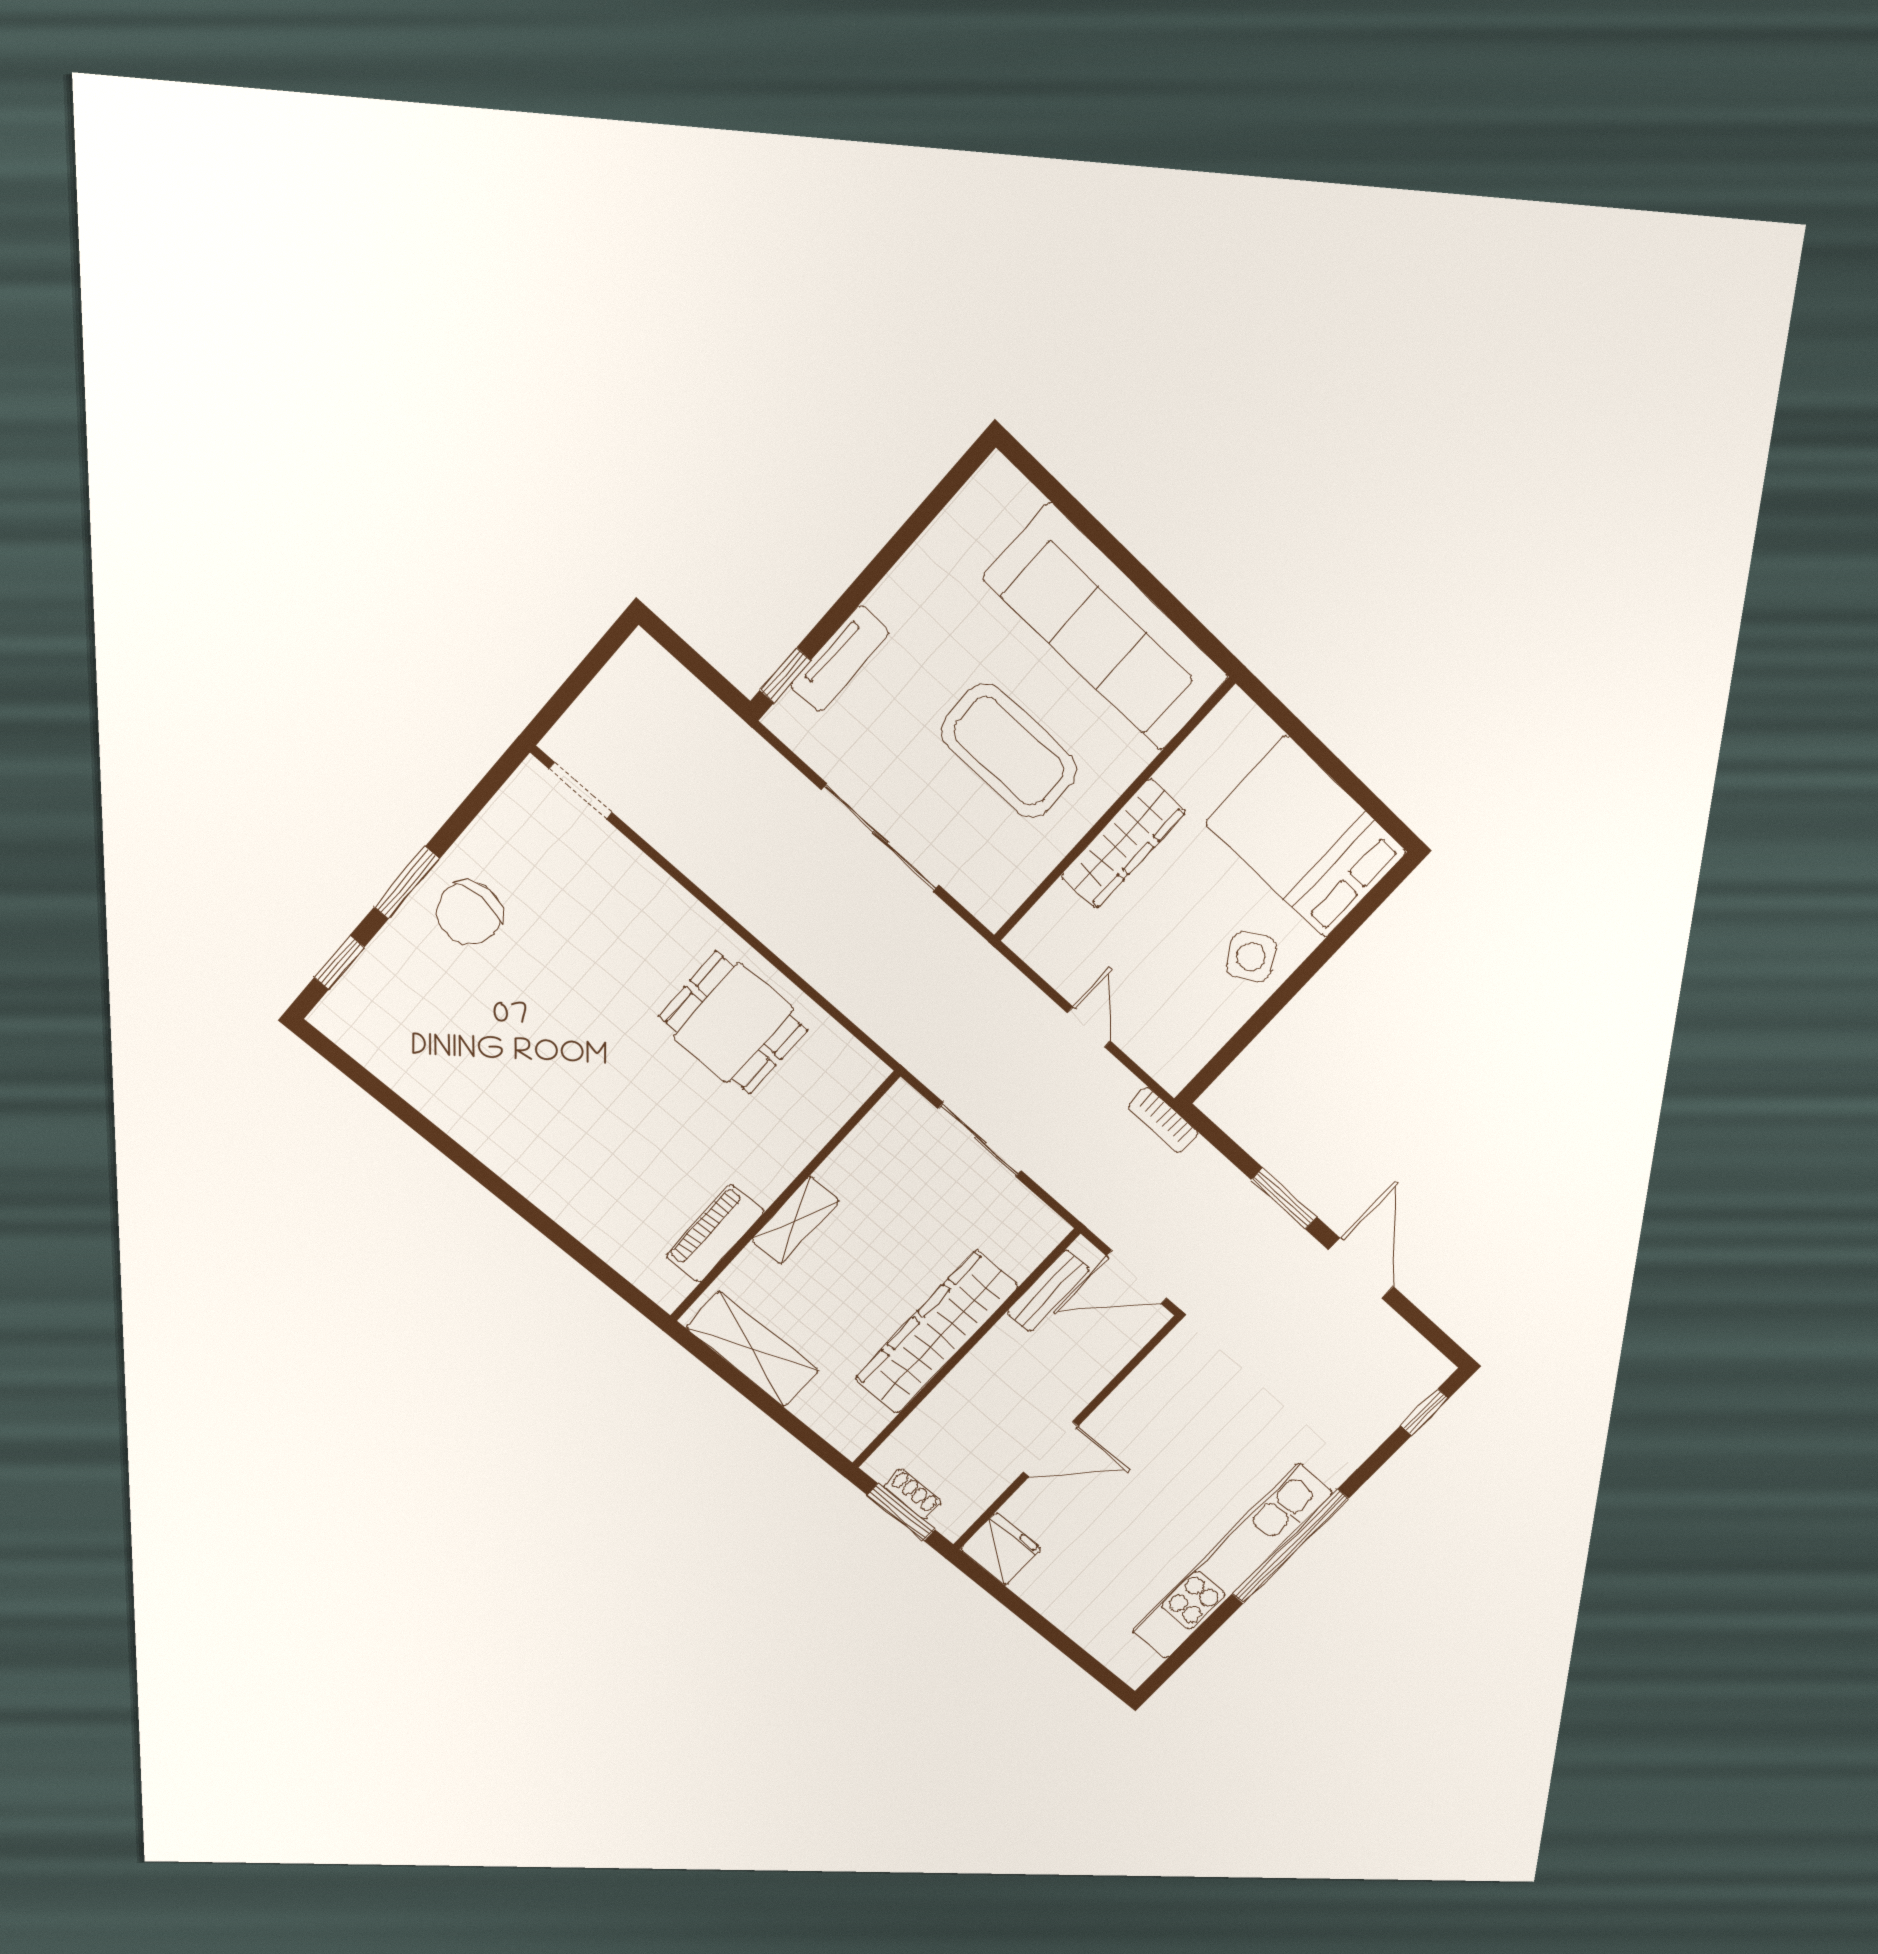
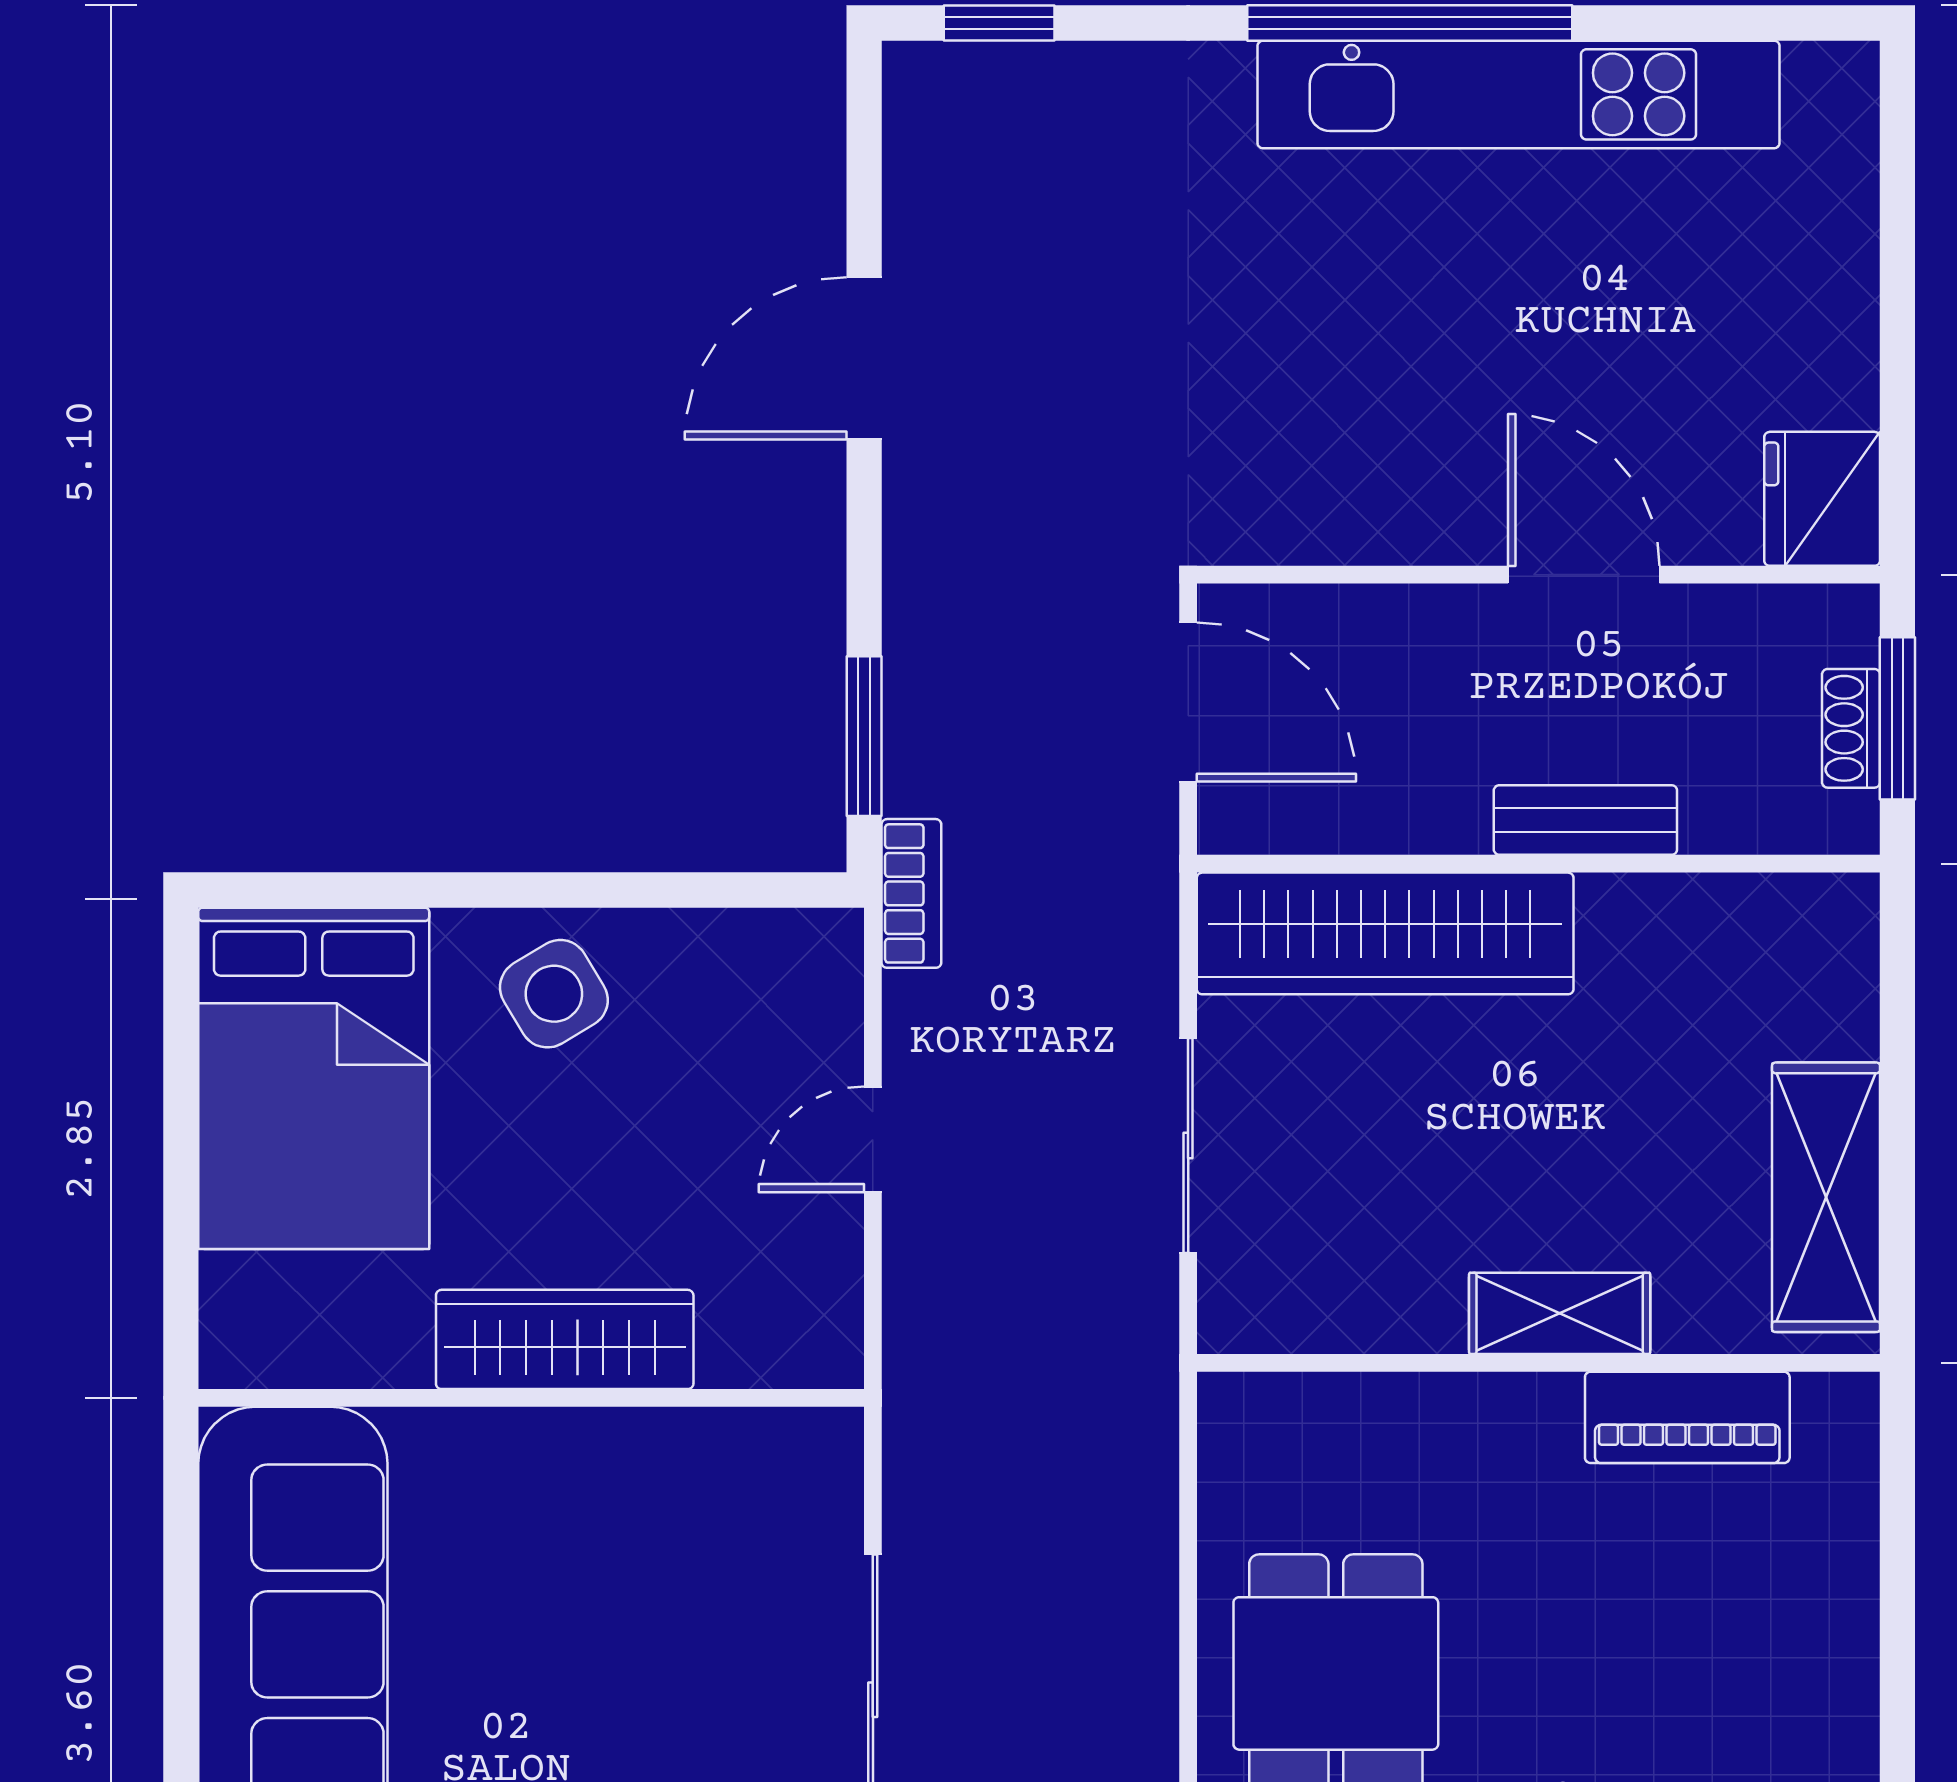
coffee table: (1009, 751) -> (584, 1626), removed
window: (1284, 1198) -> (864, 736), moved
bench: (1048, 1291) -> (1585, 820), moved
wardrobe: (937, 1333) -> (1385, 933), moved

